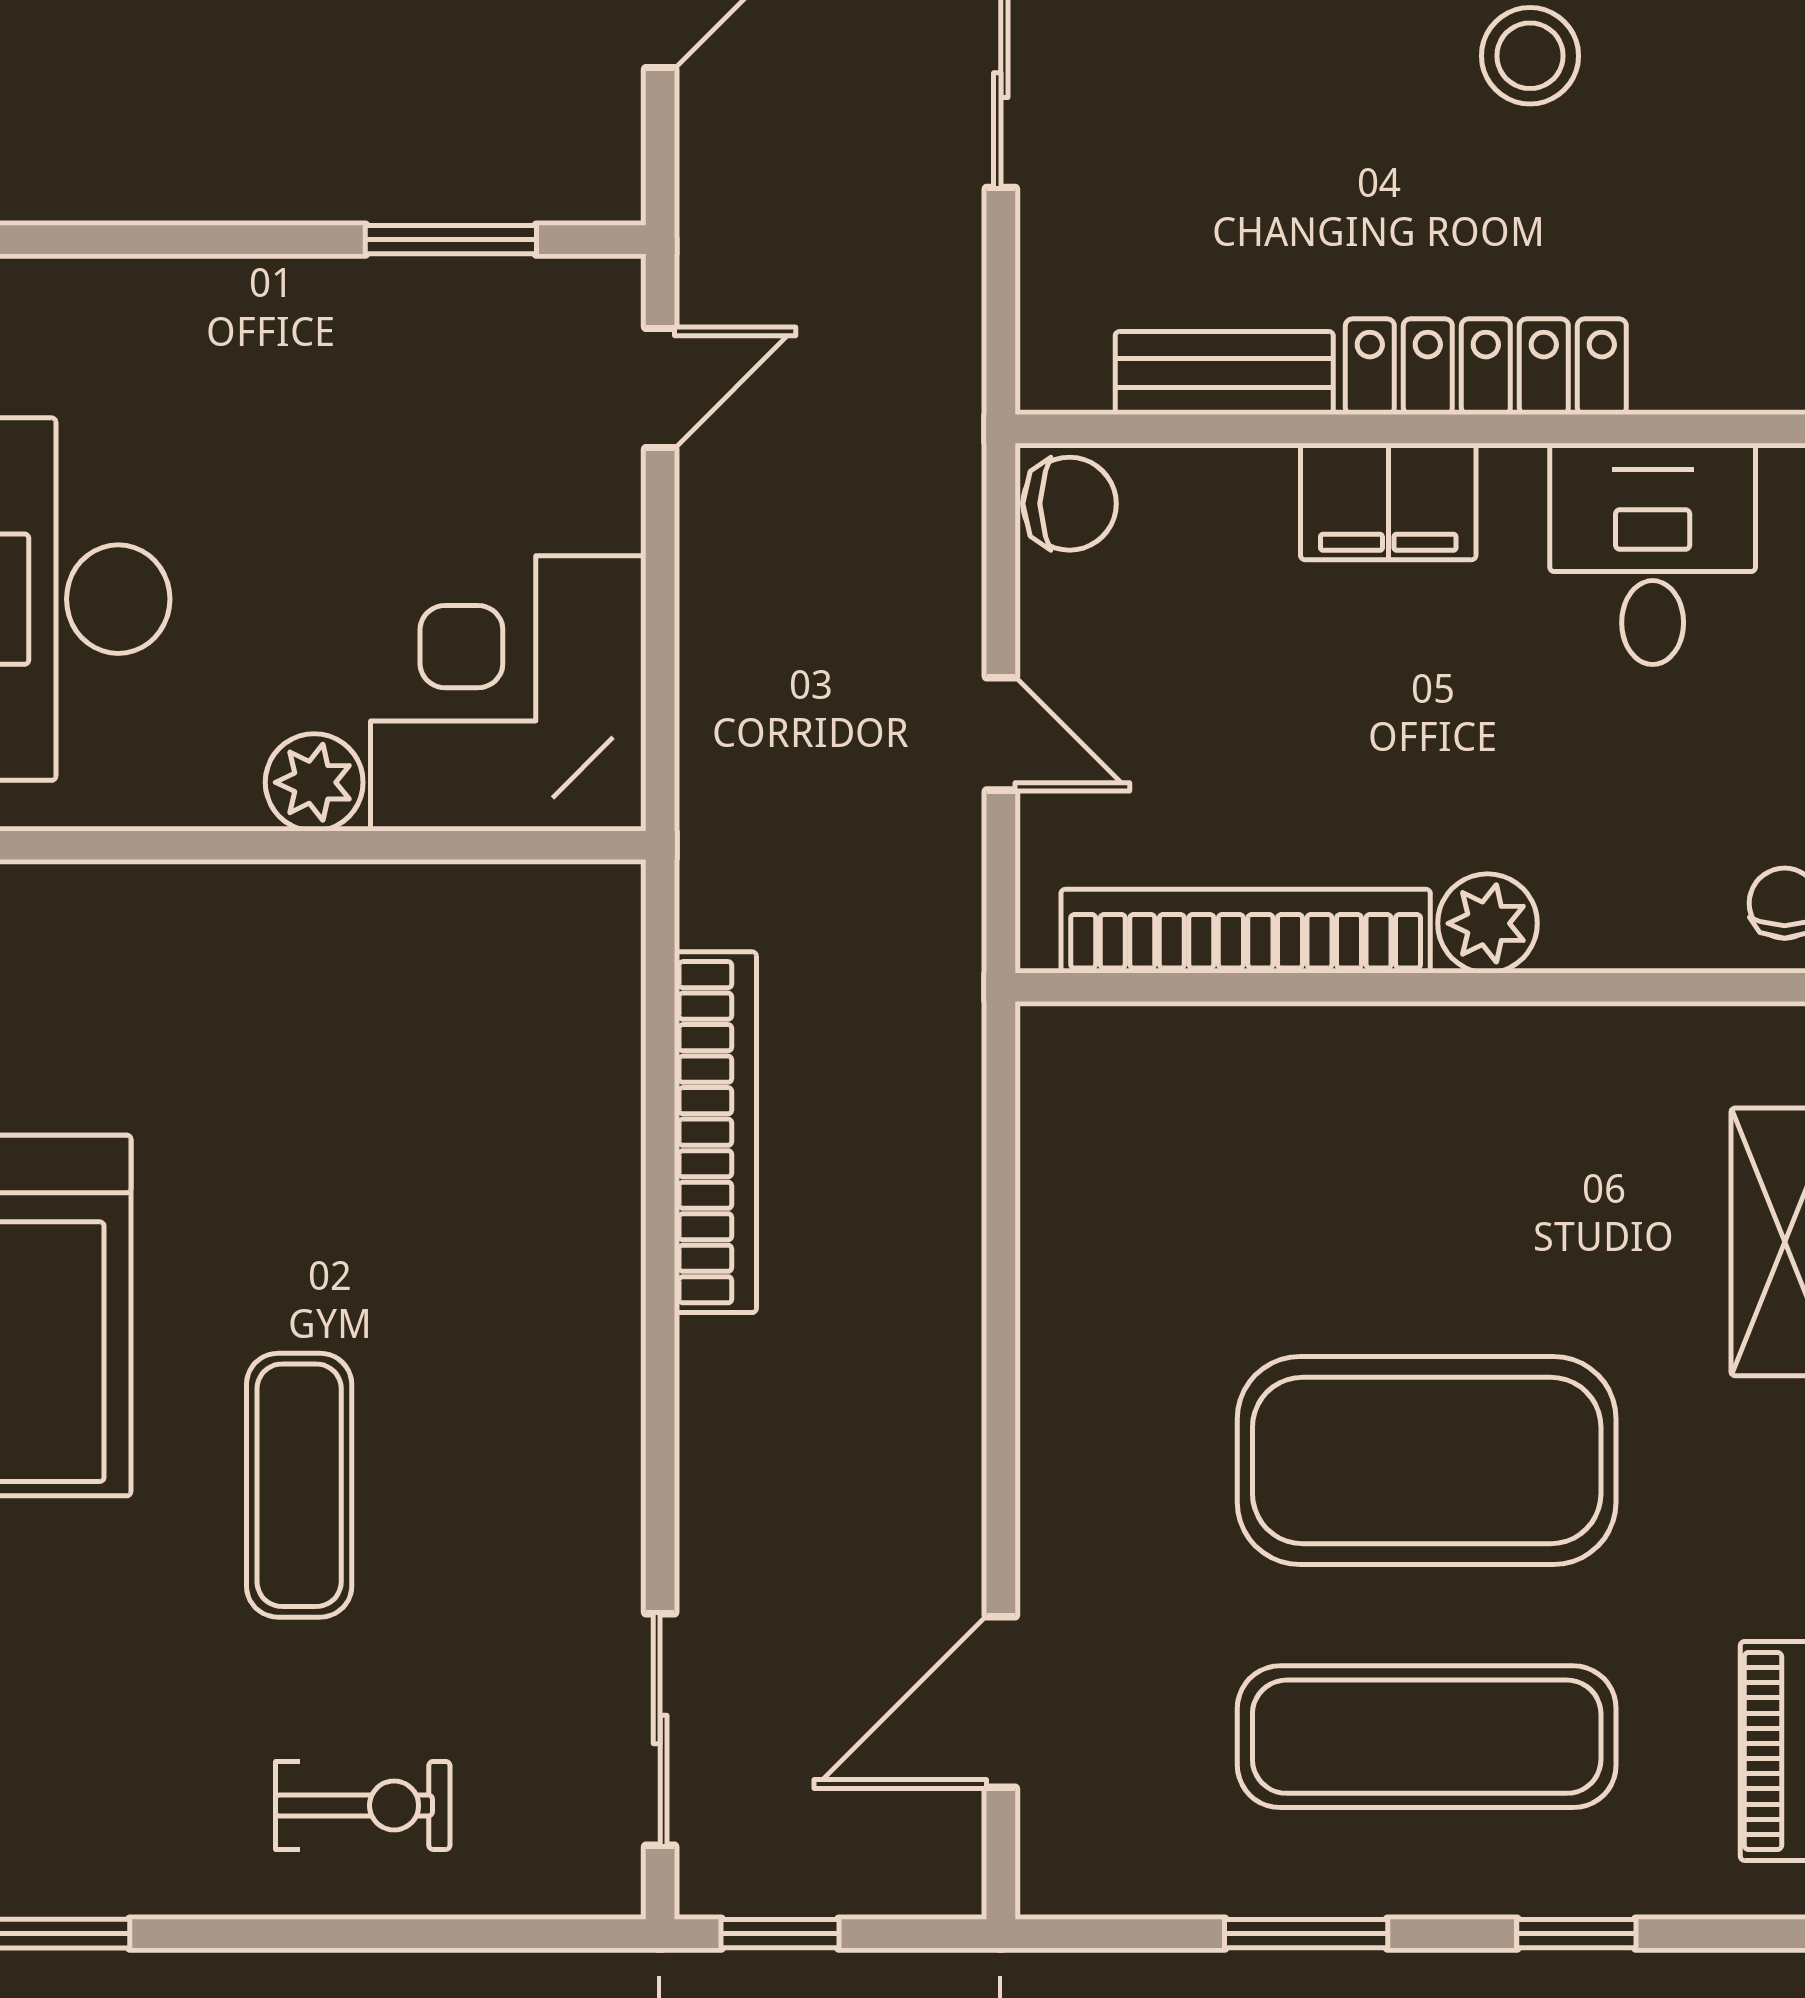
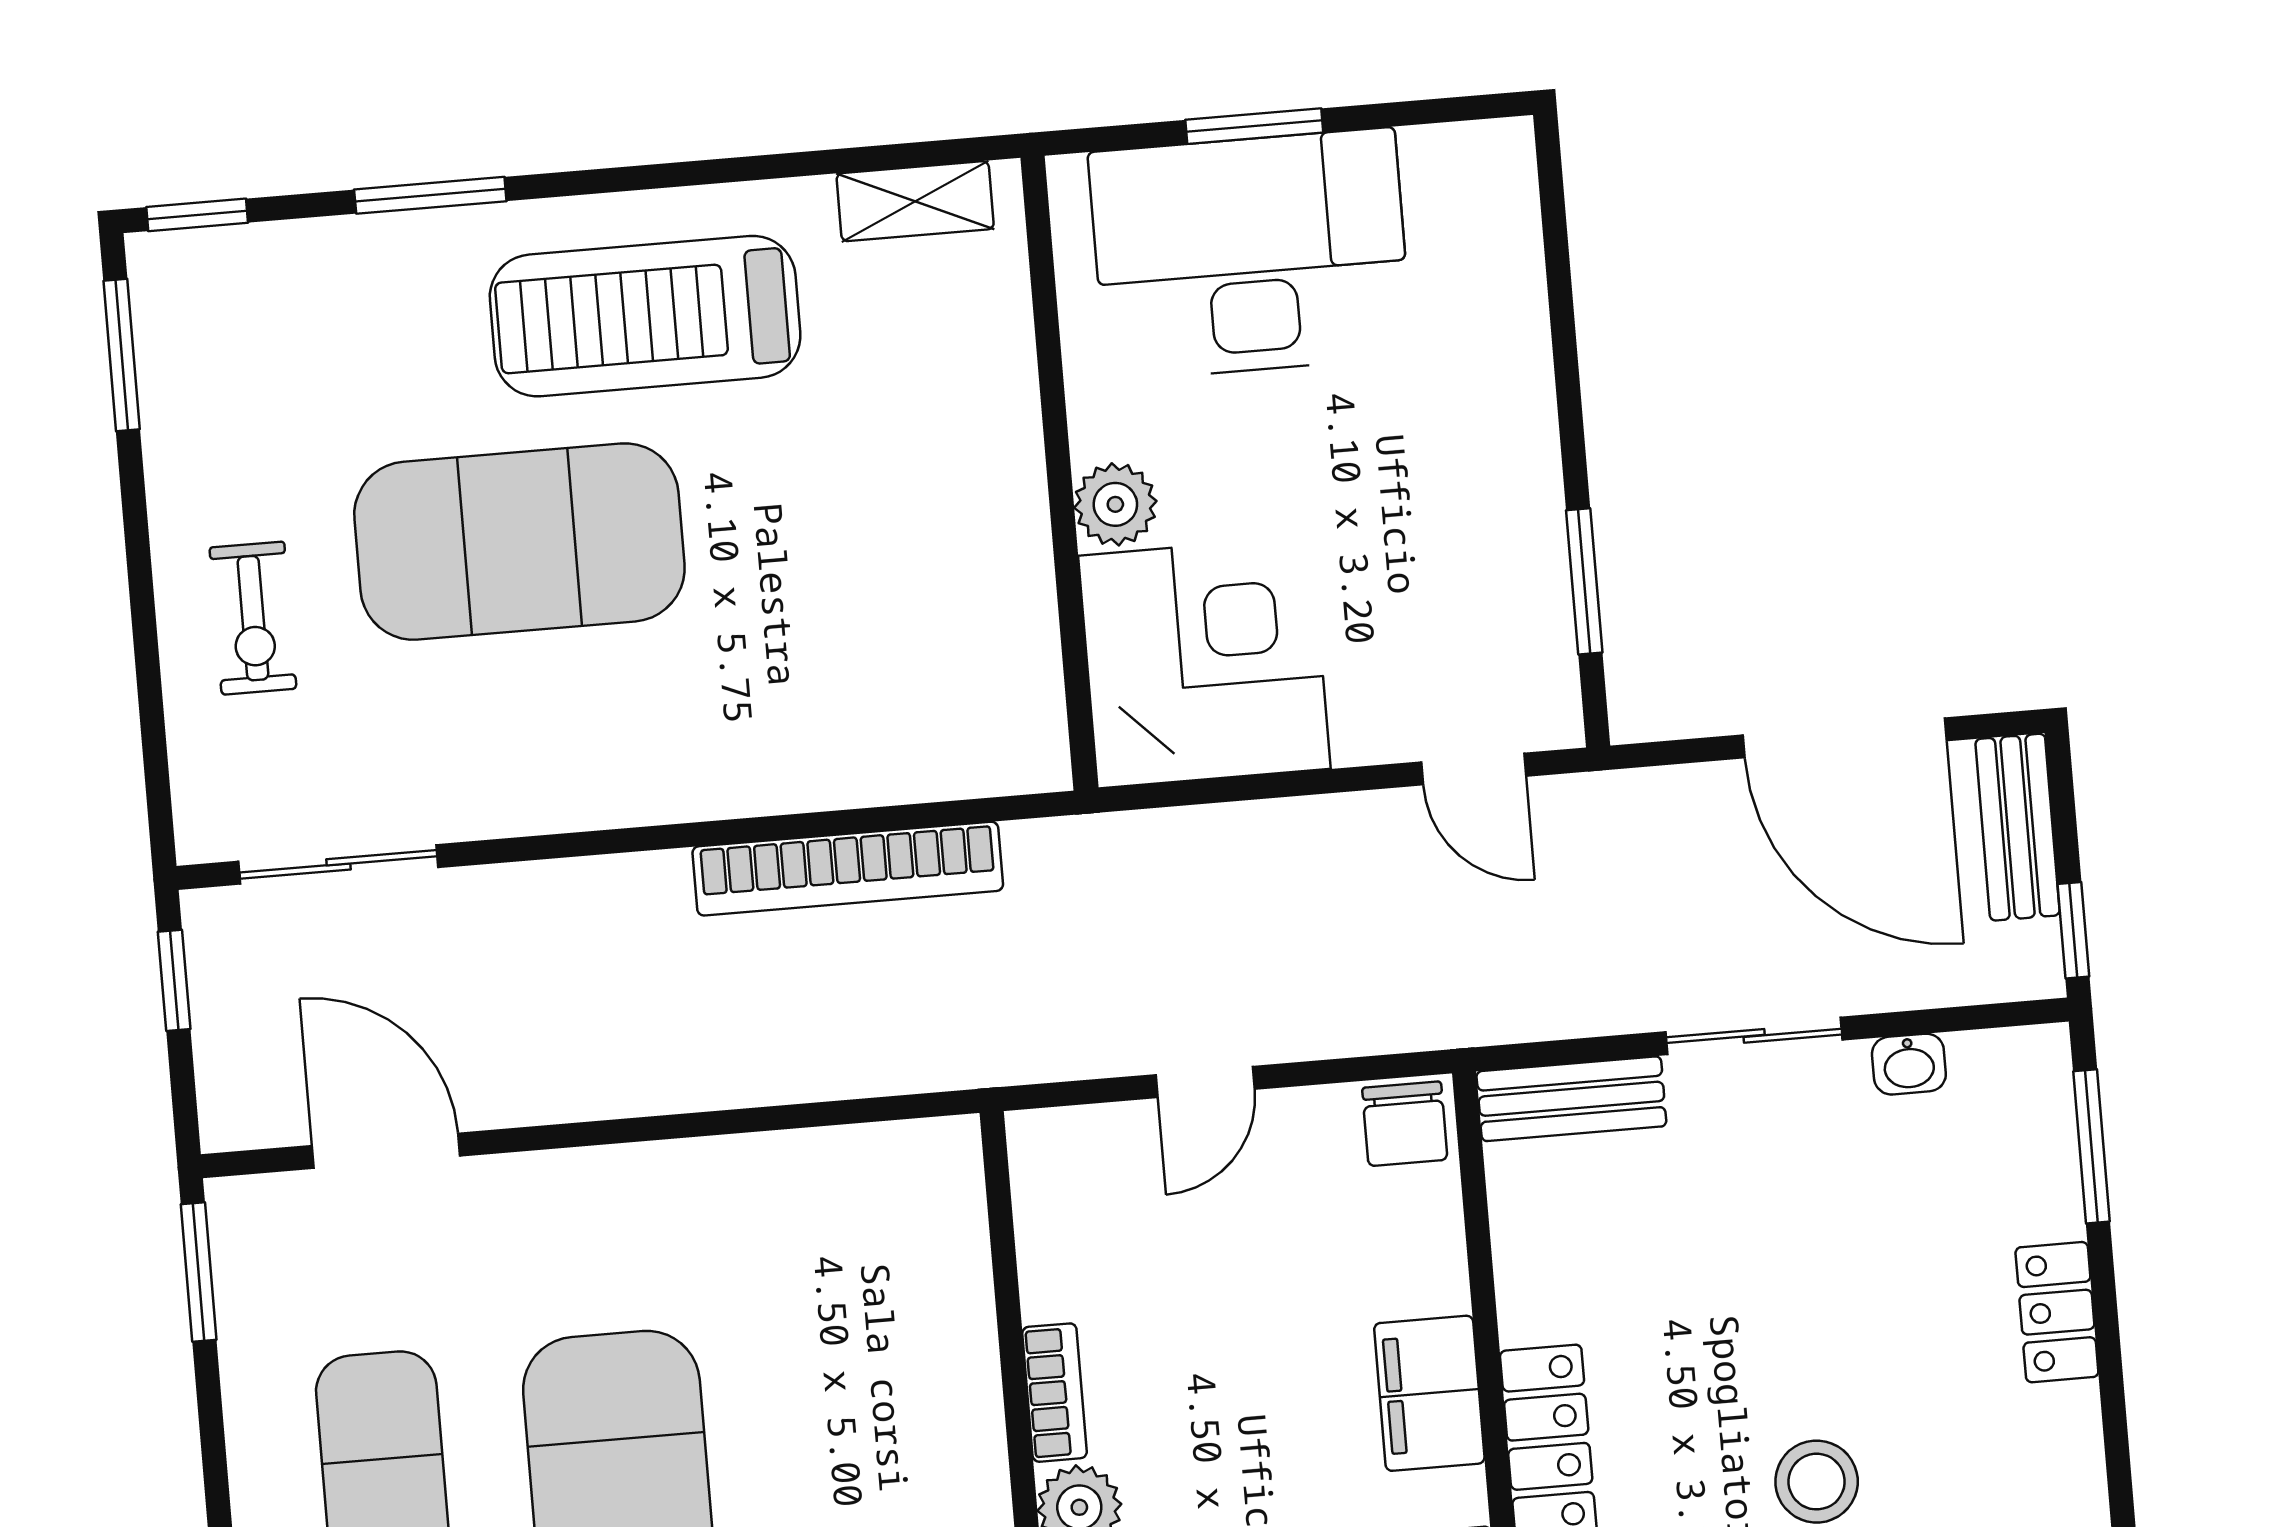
bench: (1224, 373) -> (1571, 1099), moved, turned 90
bookcase: (1246, 931) -> (1055, 1393), width x0.43, depth x0.76
exercise mat: (299, 1485) -> (519, 542), width x2.00, depth x1.45
window: (1306, 1934) -> (199, 1272), moved

